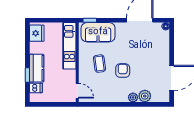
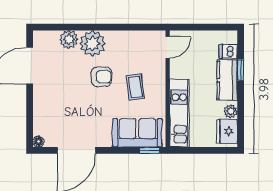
plant: (34, 47) -> (231, 111), added
armchair: (123, 71) -> (101, 77), turned -90
door: (77, 91) -> (168, 47), swing flipped
plant: (133, 97) -> (92, 44), width x1.87, depth x1.87

